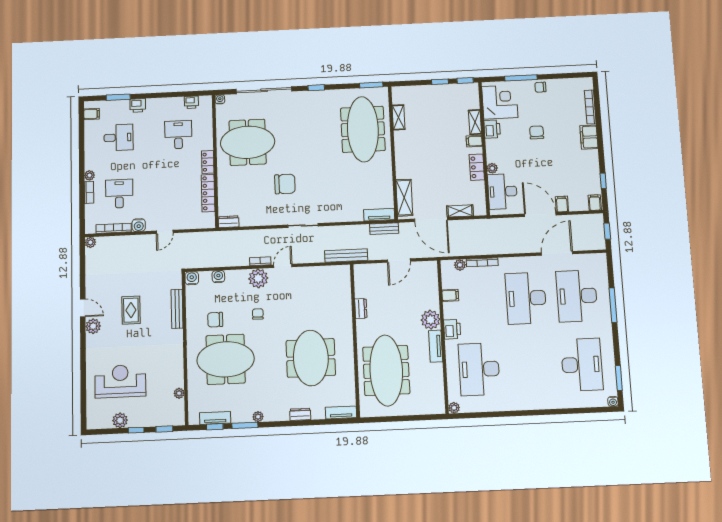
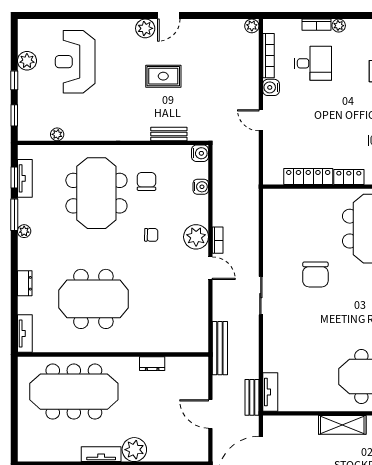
shelving: (404, 198) -> (342, 425), moved
dresser: (229, 222) -> (270, 201), removed
bench: (177, 309) -> (169, 134), width x0.73
reception desk: (120, 381) -> (75, 62), turned 180

